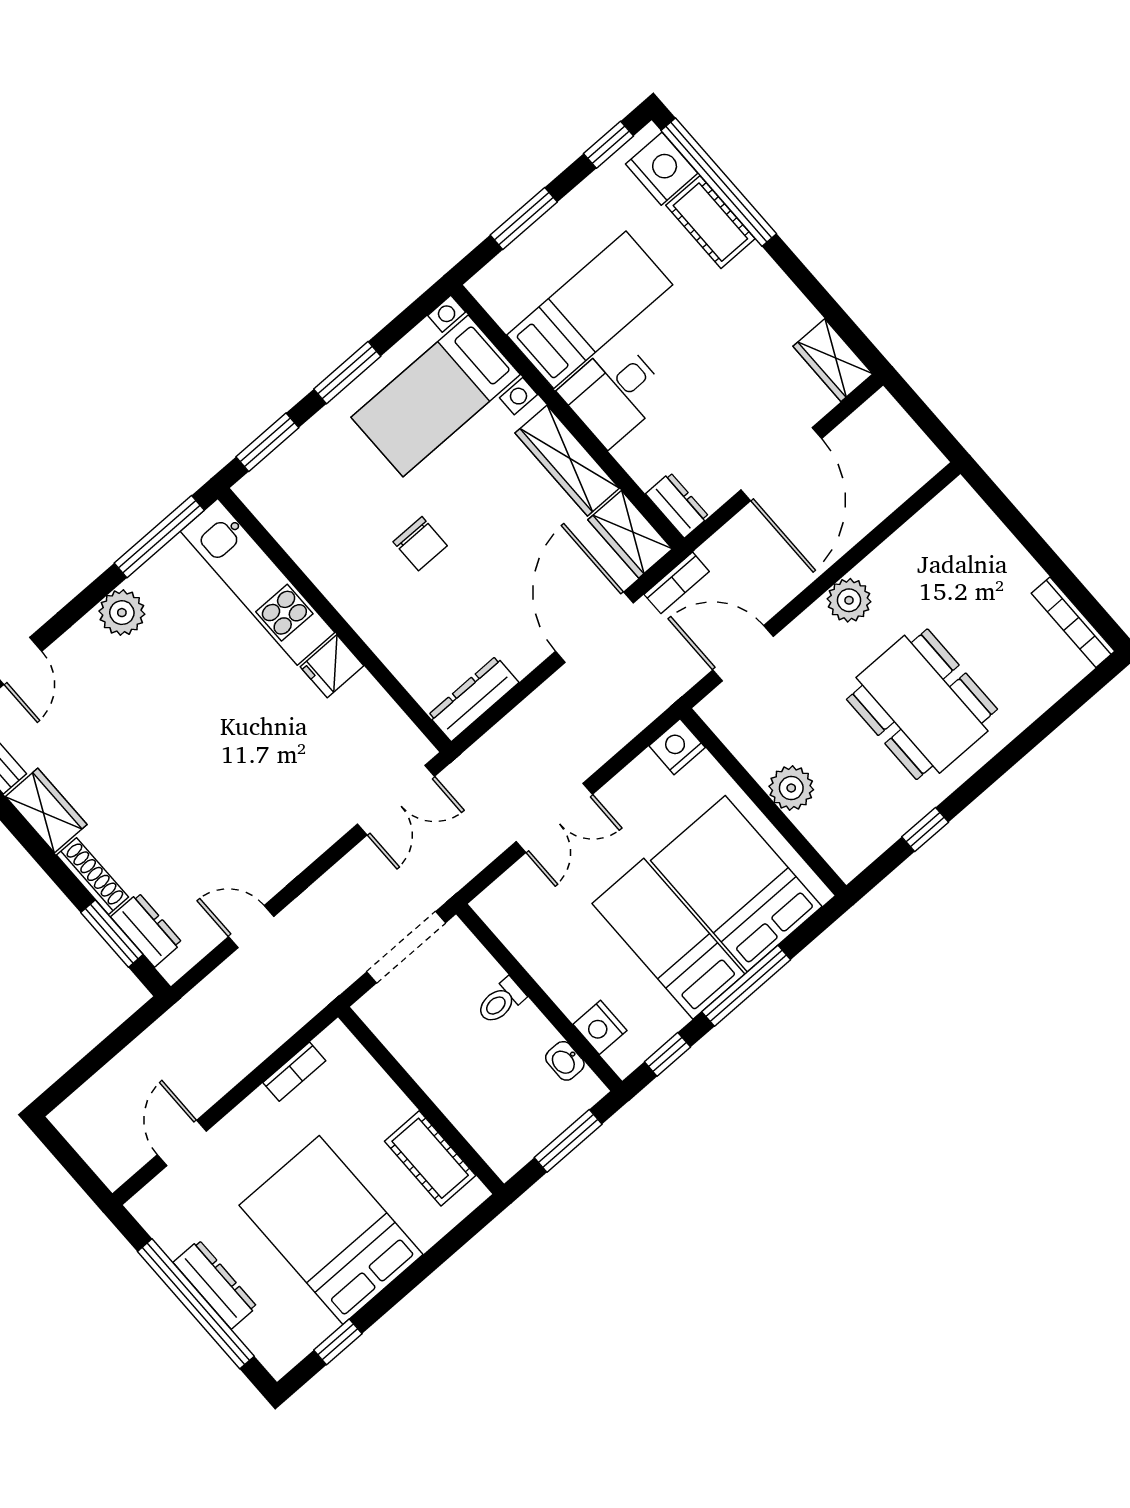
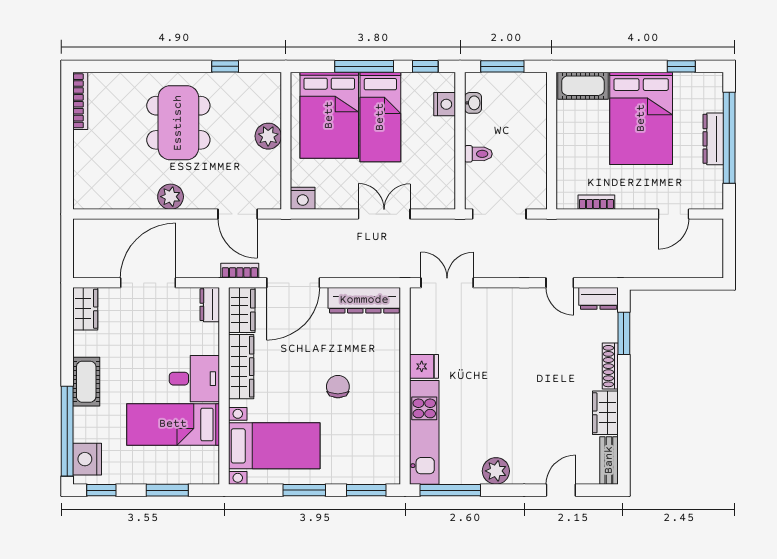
cot: (710, 222) -> (86, 382), moved
dresser: (474, 699) -> (364, 300), width x1.37, depth x1.24
dresser: (146, 930) -> (599, 298), moved, turned -90
cot: (430, 1158) -> (583, 86), moved, turned 90

